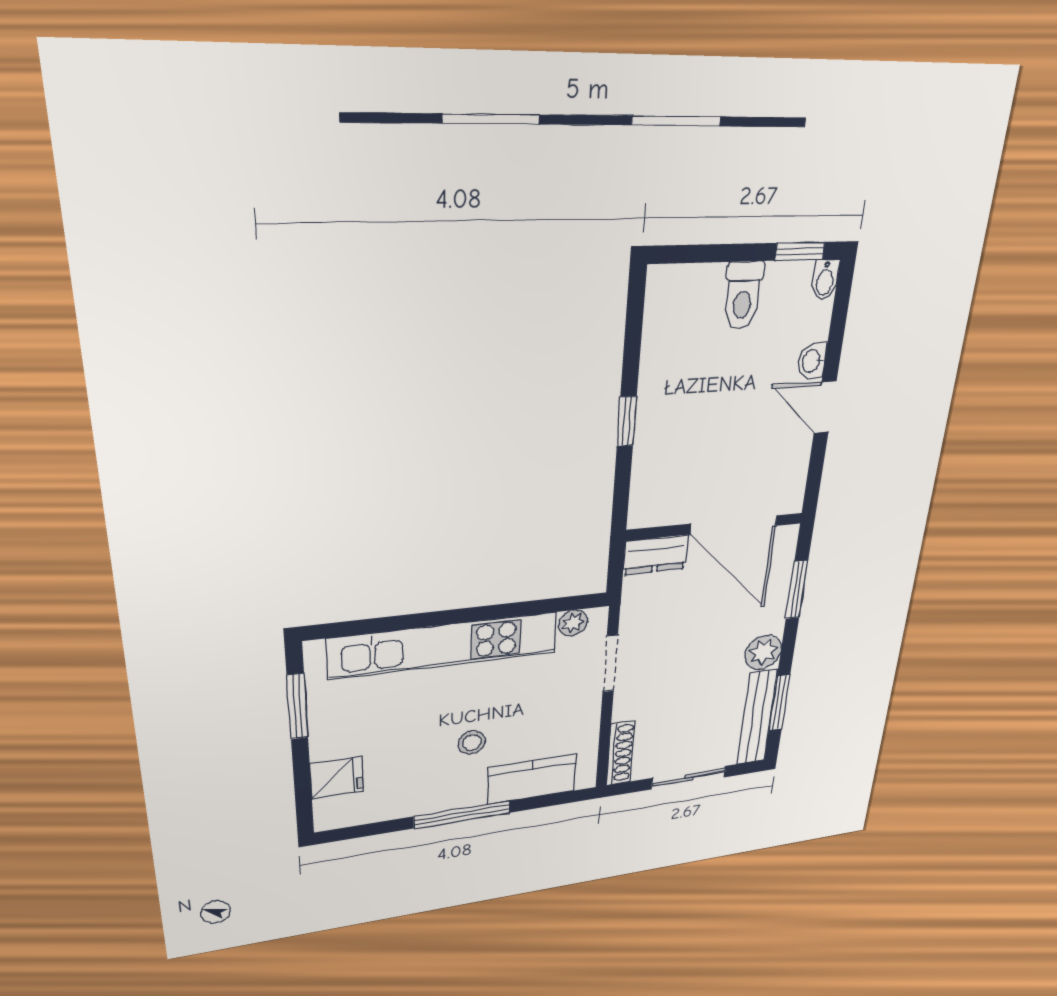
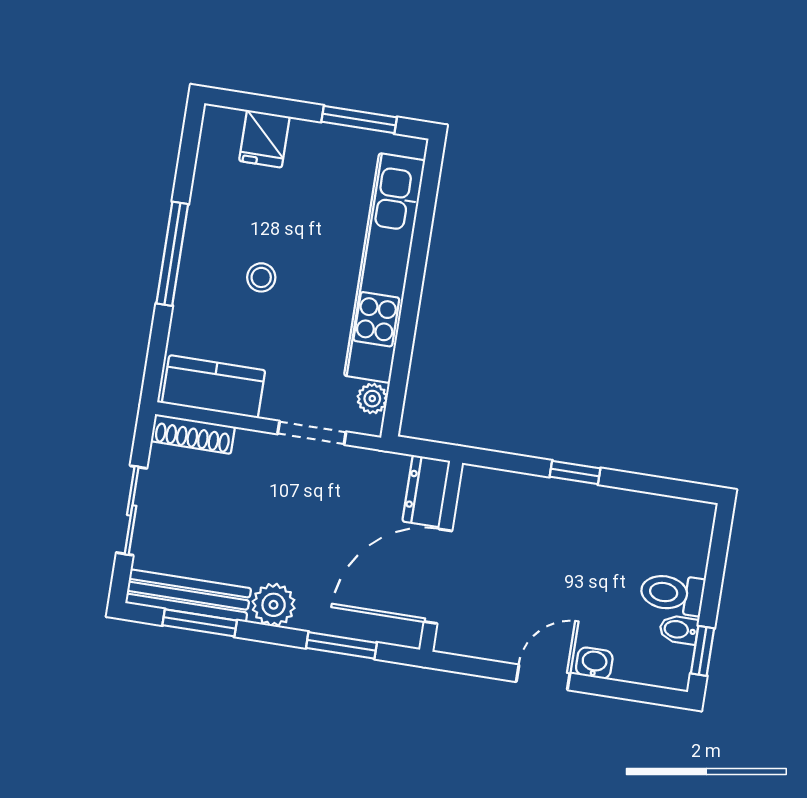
bidet: (825, 280) -> (679, 630), moved
kitchen counter: (532, 779) -> (214, 387), moved, turned -90

